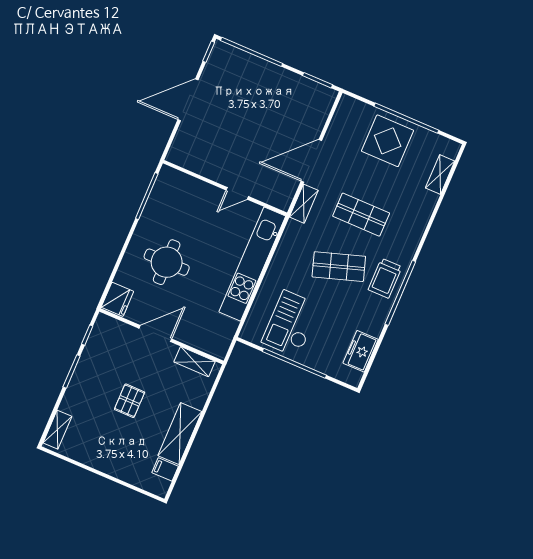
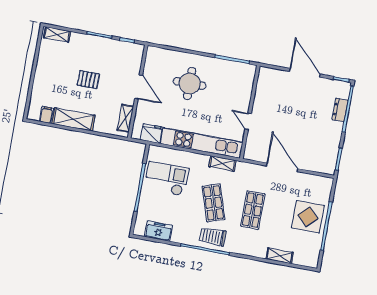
dresser: (250, 63) -> (340, 110), added
shelving: (440, 175) -> (280, 256), moved
shelving: (304, 204) -> (223, 164), moved
fridge: (117, 299) -> (151, 133), moved, turned 180

